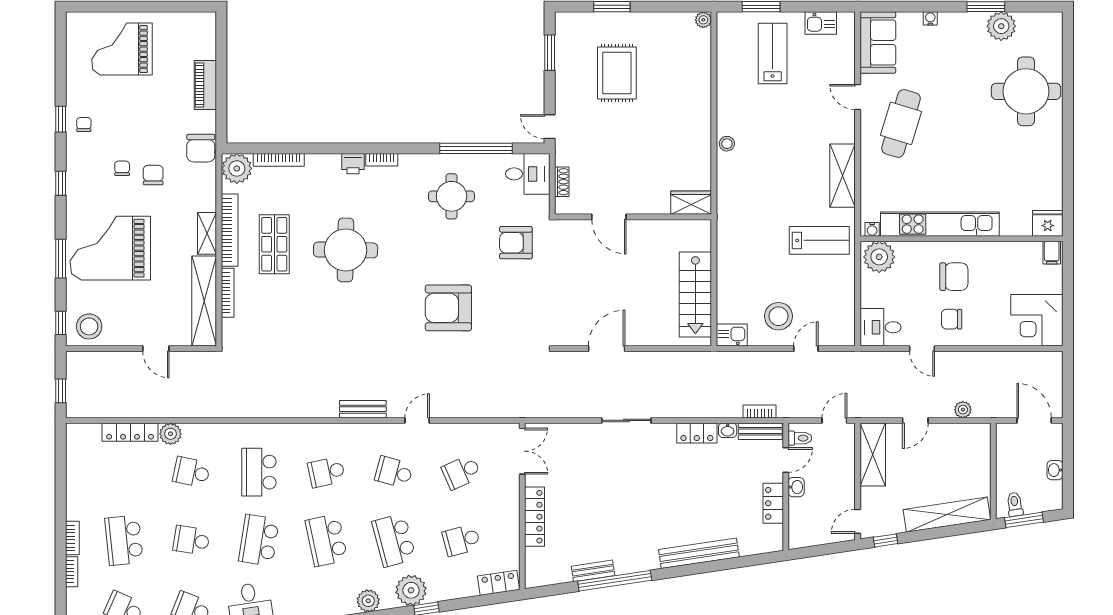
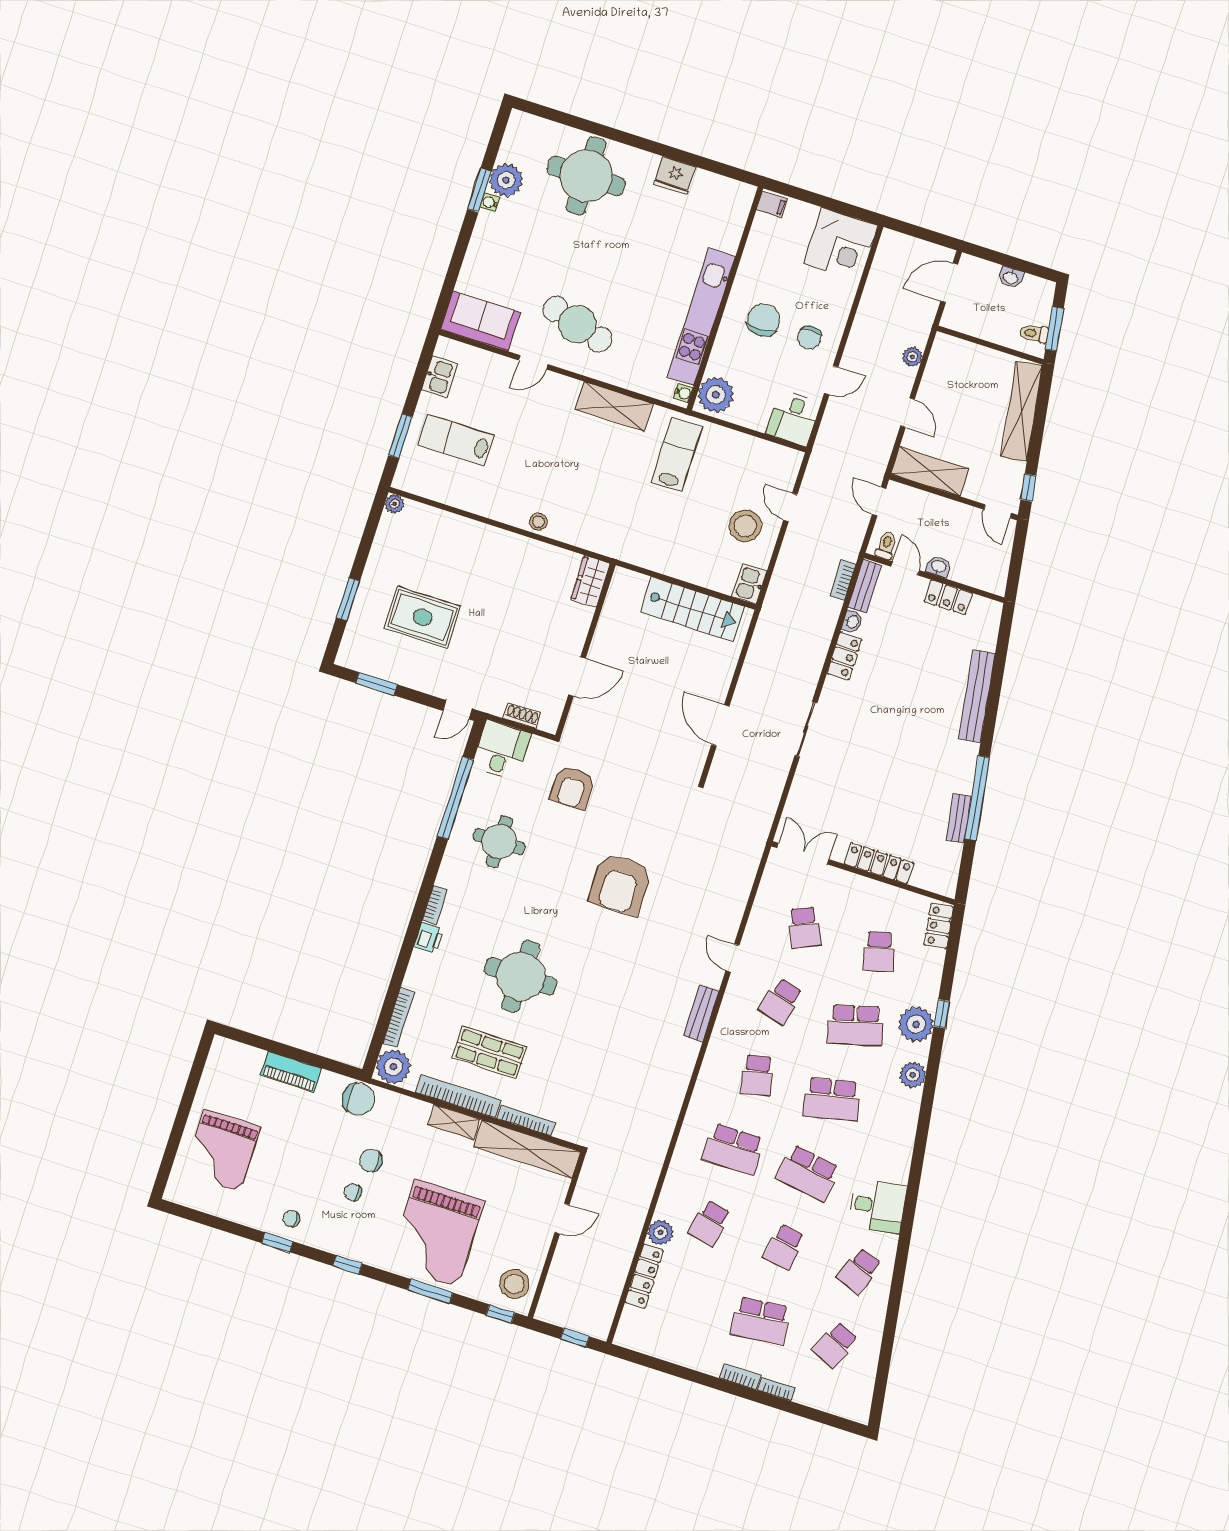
water cooler: (930, 18) -> (490, 202), moved
fridge: (1048, 223) -> (675, 176), moved, turned -90

